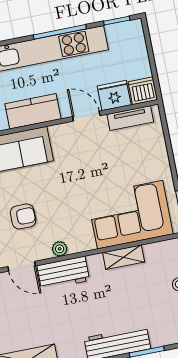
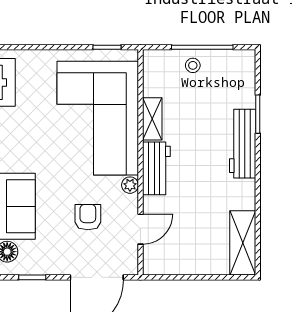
corner sofa: (130, 215) -> (98, 118), width x1.36, depth x1.36
workbench: (63, 273) -> (156, 168), moved

